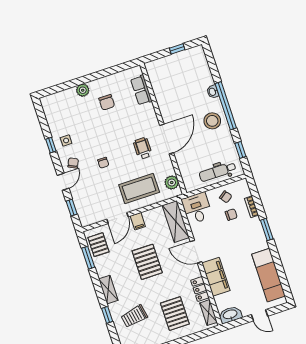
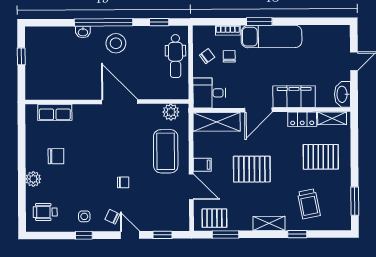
wheelchair: (143, 148) -> (45, 212), moved
exam couch: (268, 275) -> (272, 37), moved

